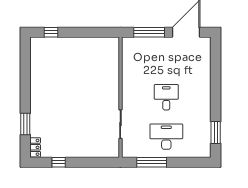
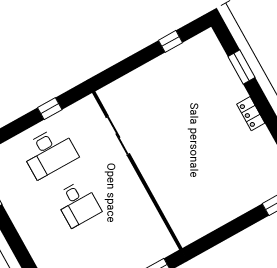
locker: (35, 147) -> (251, 114), moved
window: (152, 162) -> (50, 109), width x0.46

